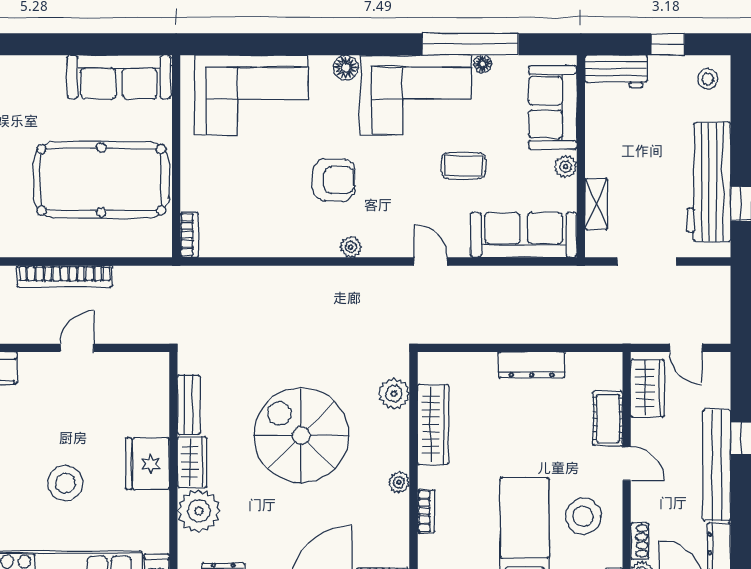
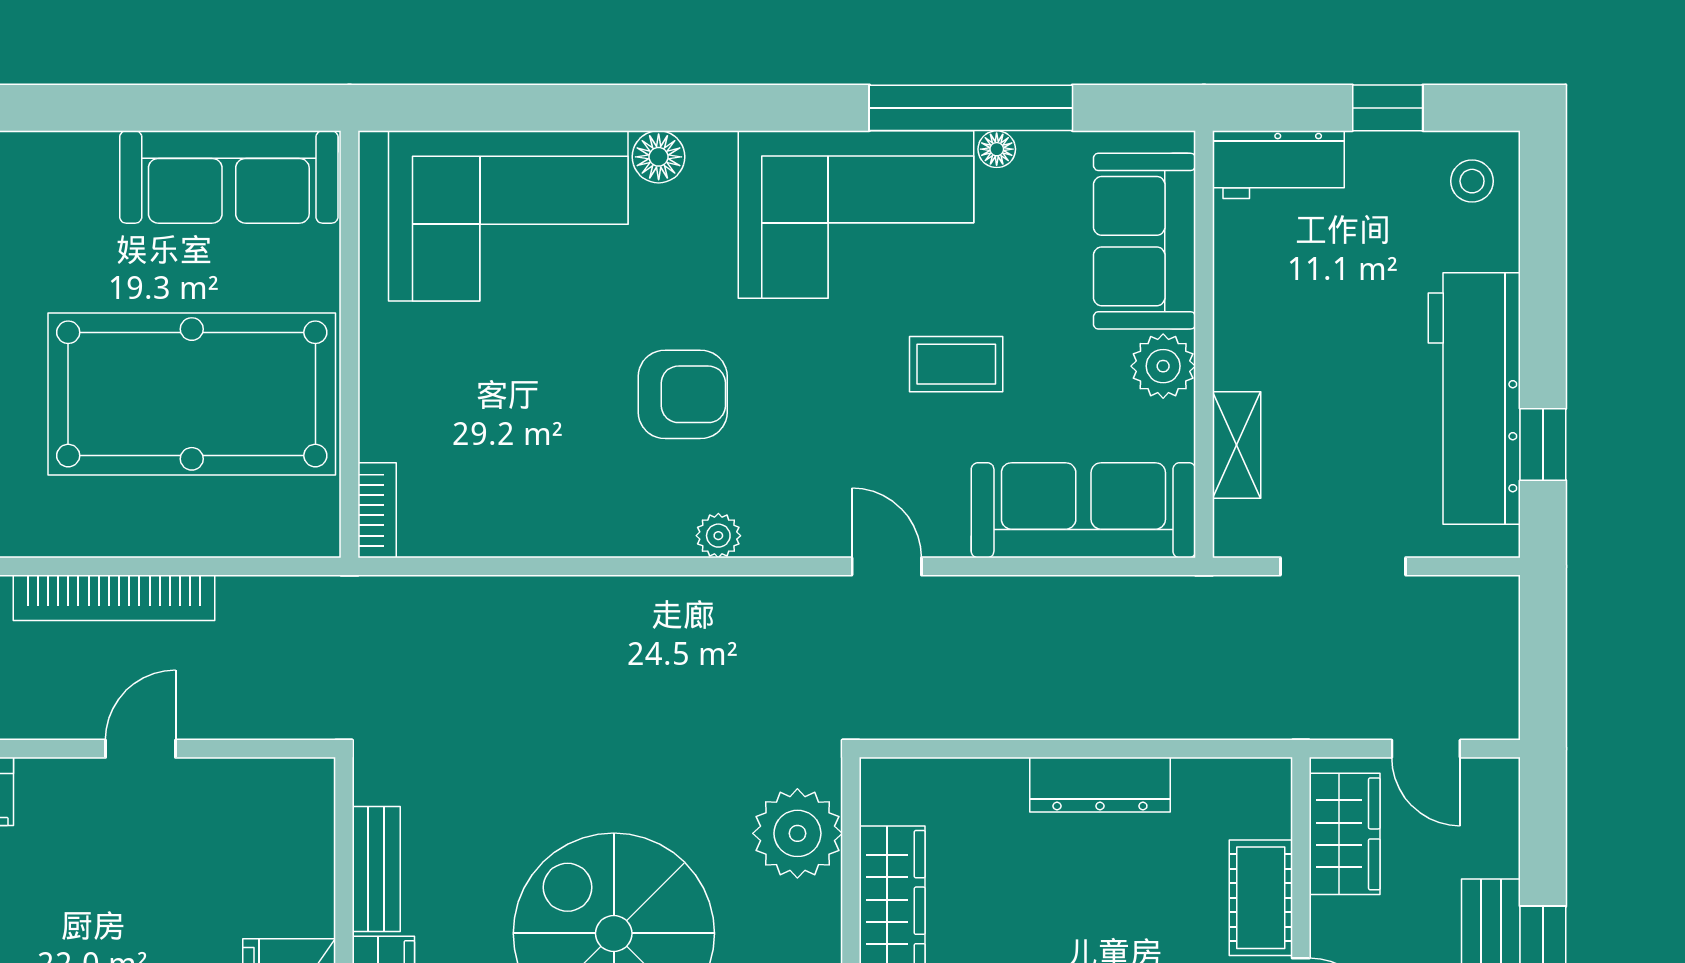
floor lamp: (346, 67) -> (659, 157), moved
plant: (566, 167) -> (1163, 366), width x1.38, depth x1.38
plant: (394, 394) -> (797, 833), width x1.36, depth x1.36

